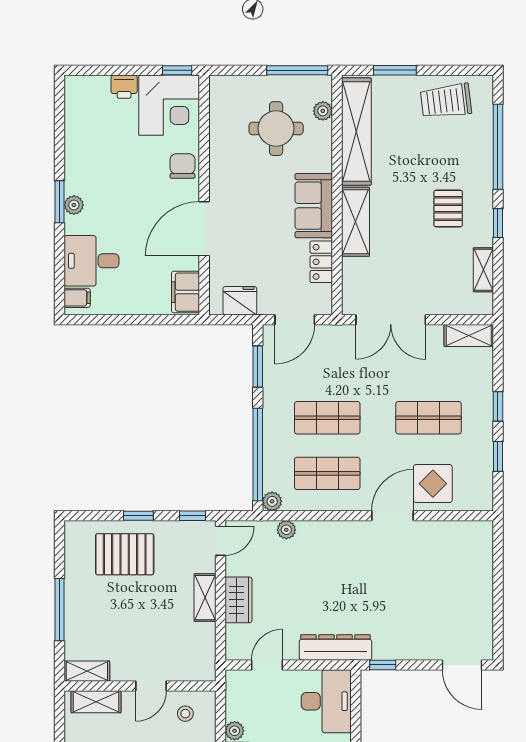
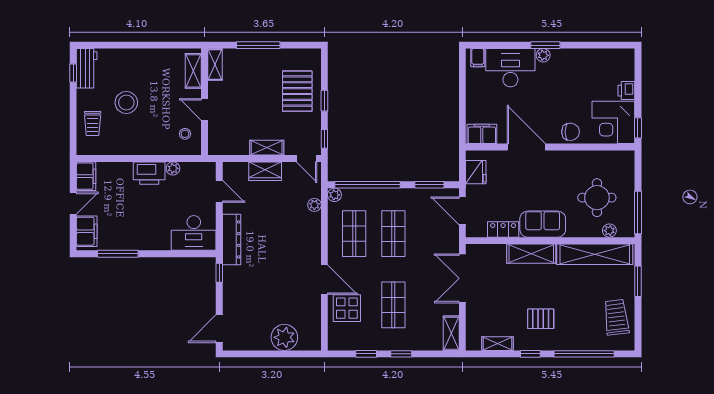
desk: (92, 261) -> (510, 68), width x1.37
plant: (475, 573) -> (284, 337), added

